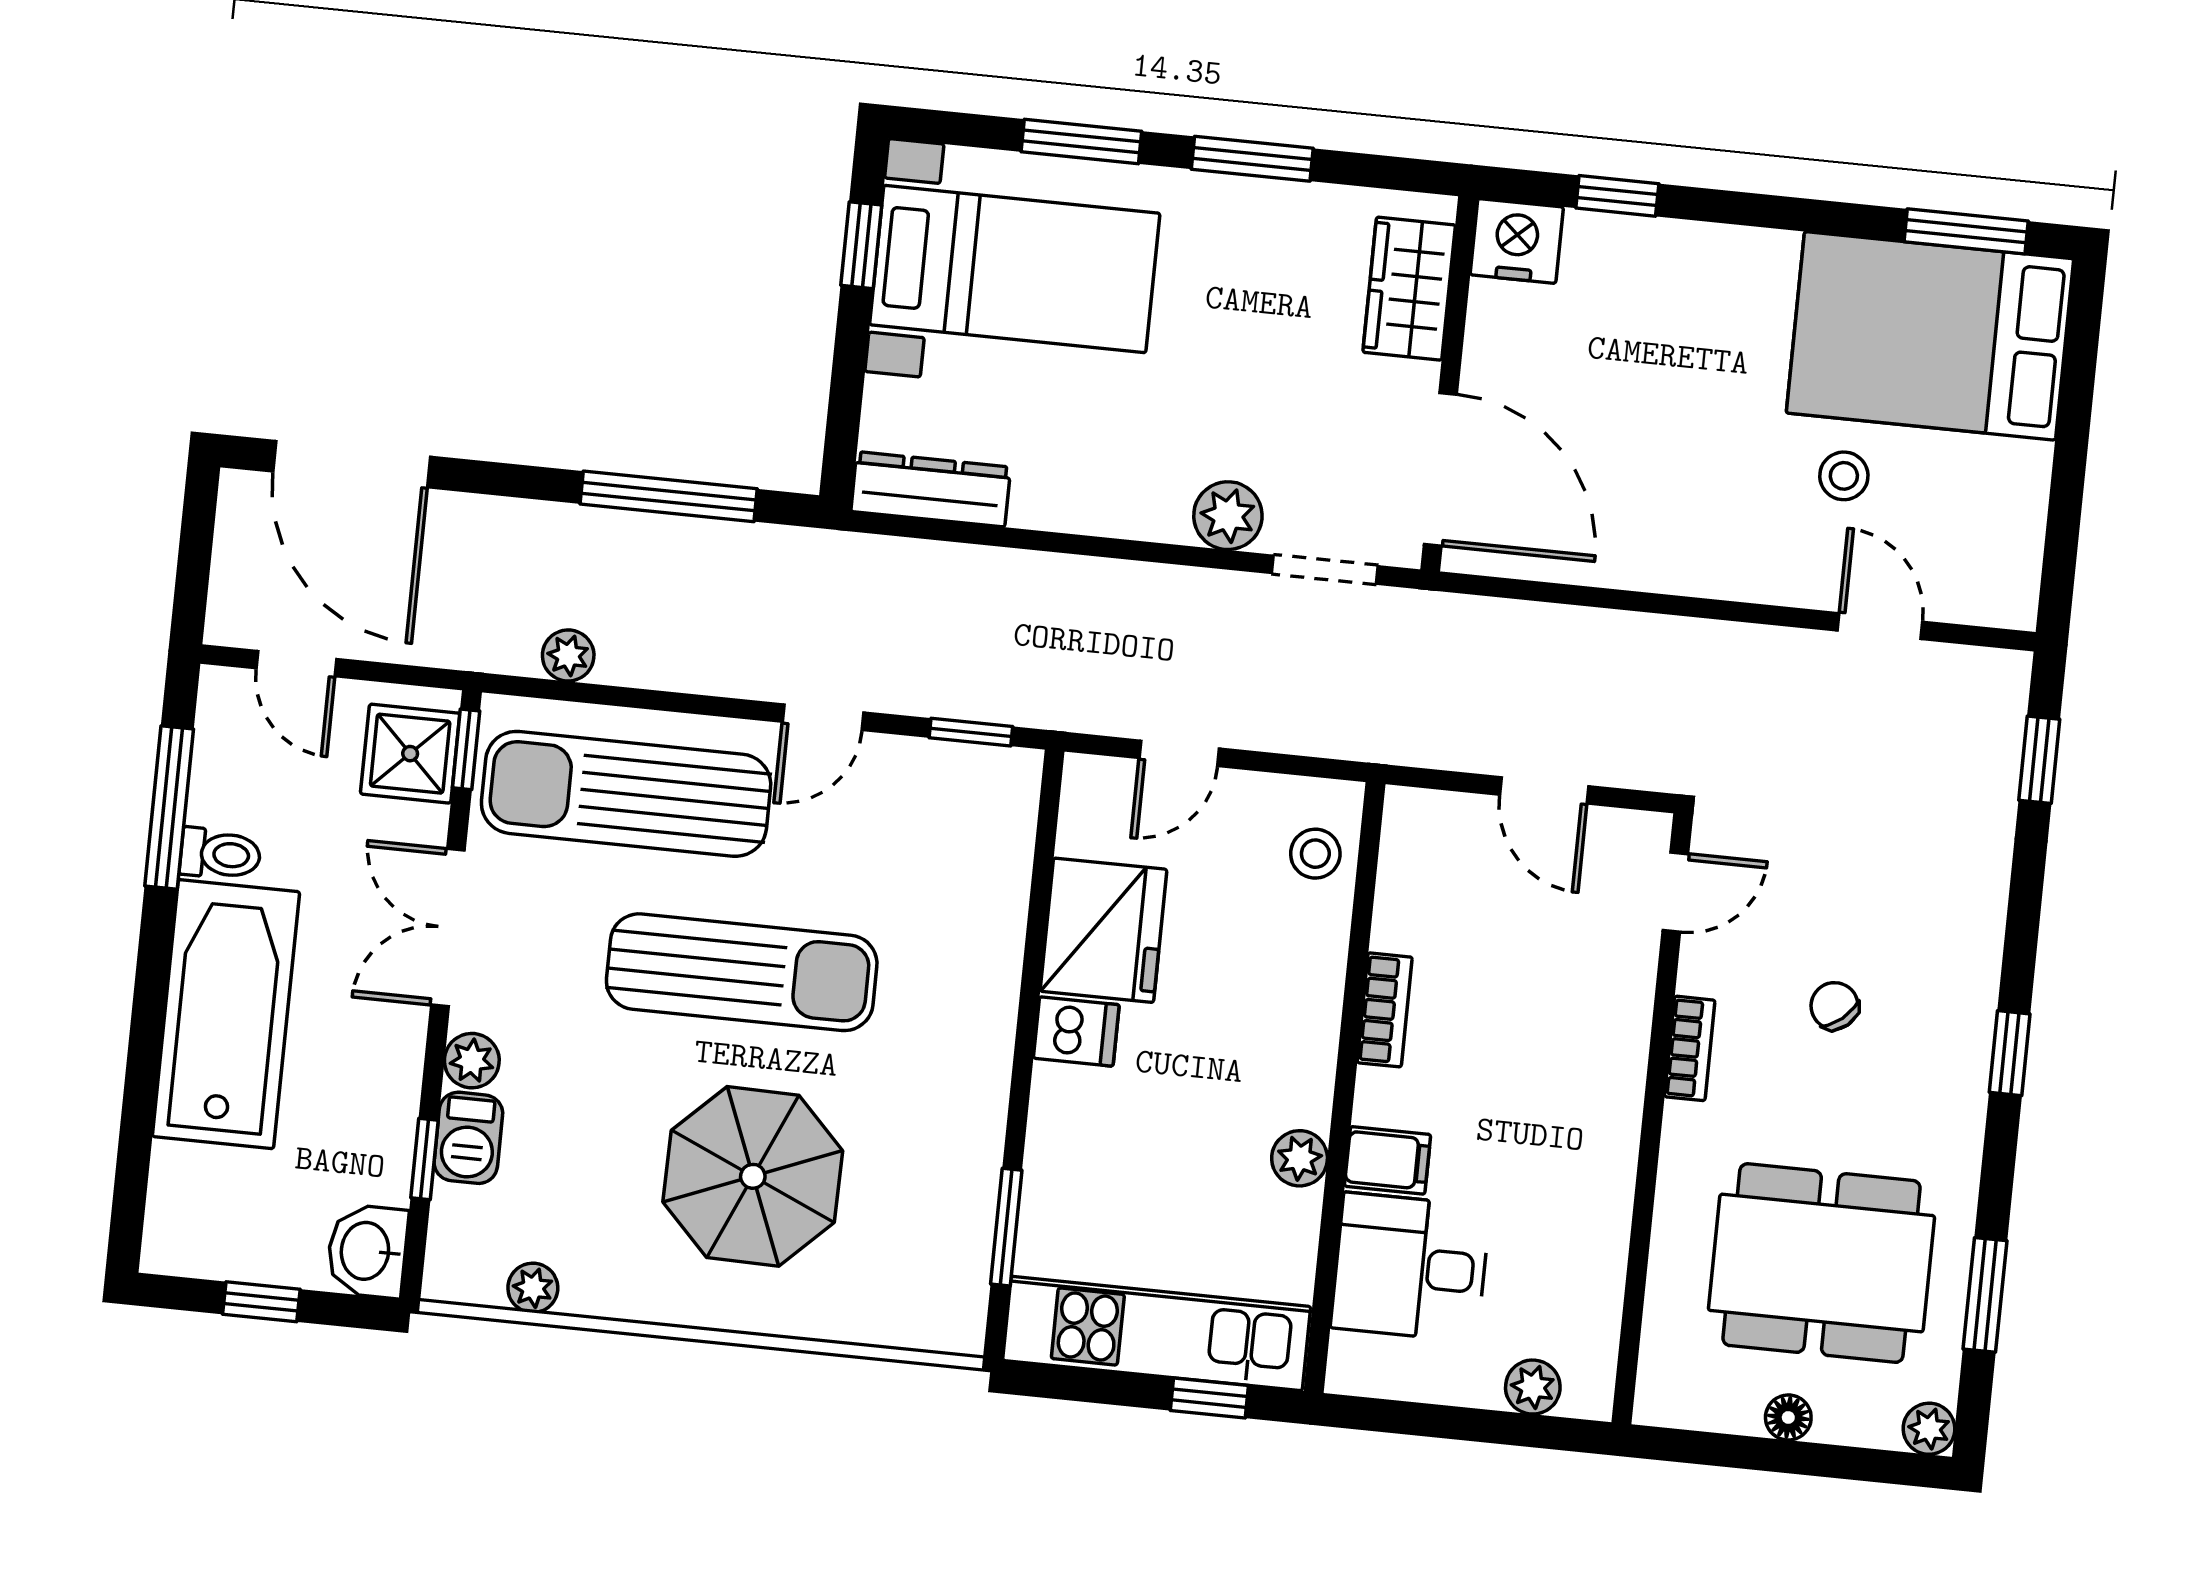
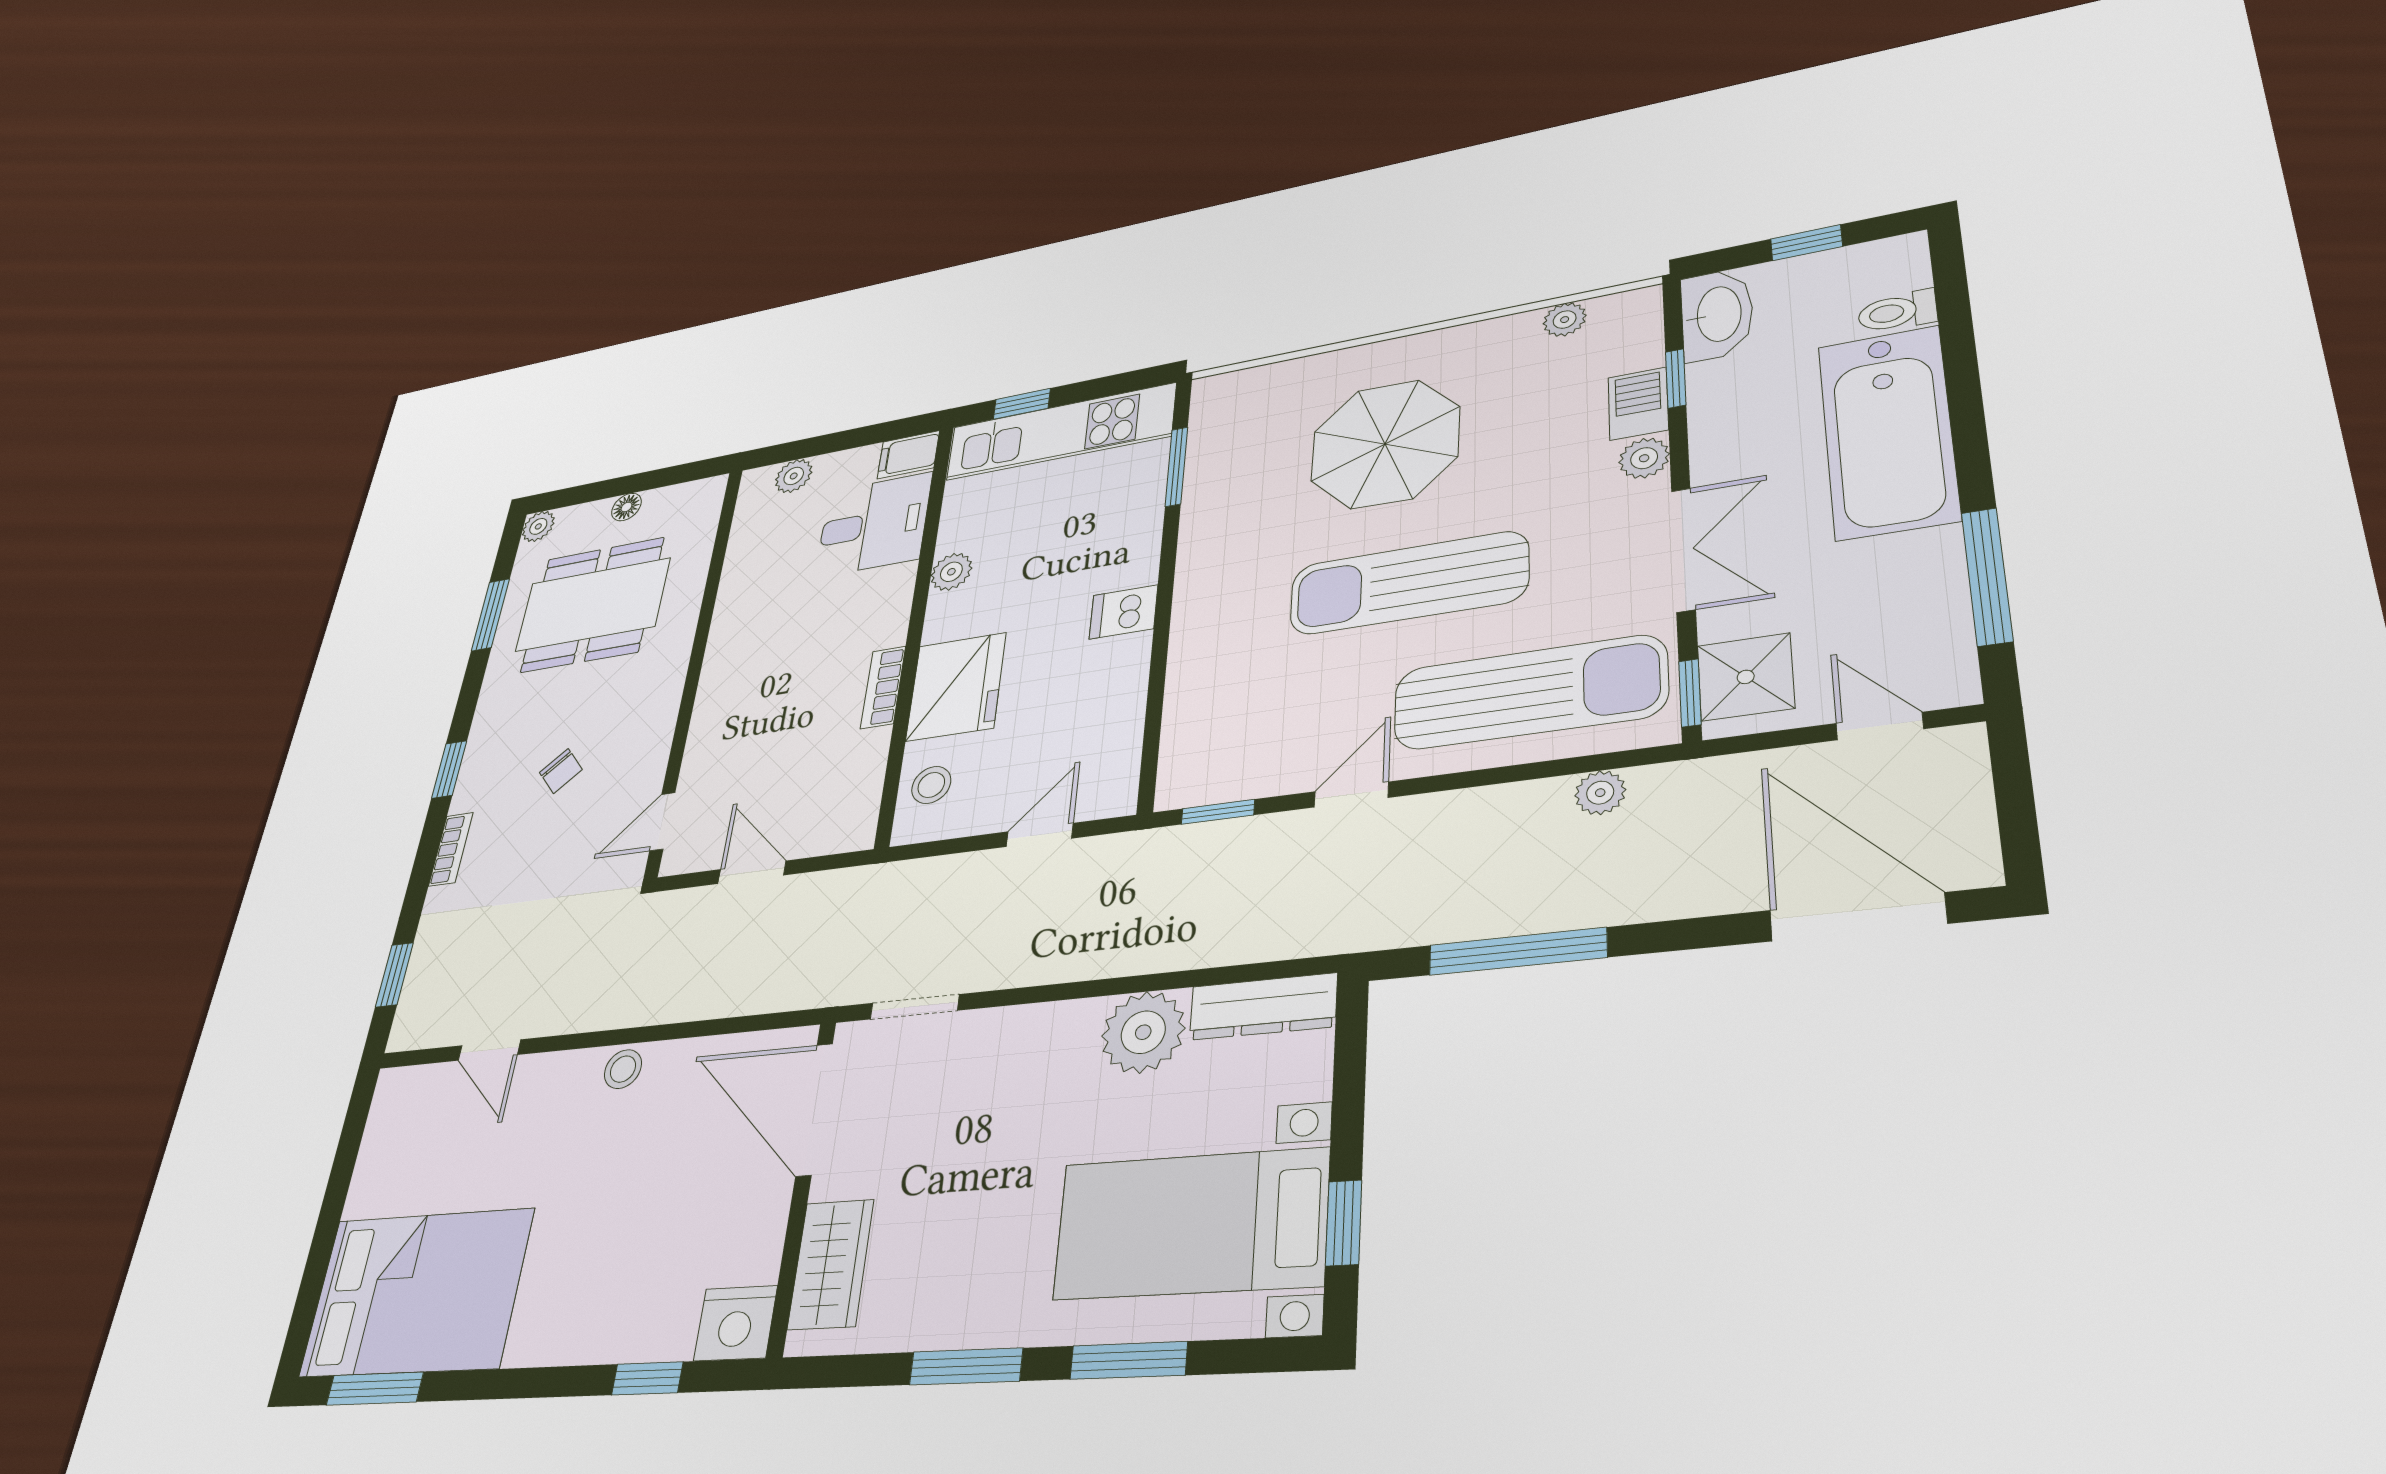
stool: (1844, 476) -> (623, 1069), moved
plant: (1228, 516) -> (1143, 1032), moved, width x1.36, depth x1.36
toilet: (220, 854) -> (1897, 312), moved
fridge: (1103, 930) -> (956, 687), moved, turned 180
bookcase: (1690, 1048) -> (451, 849), moved, turned 180
filing cabinet: (1388, 1160) -> (908, 455), moved
washbasin: (367, 1251) -> (1717, 314), width x1.38

